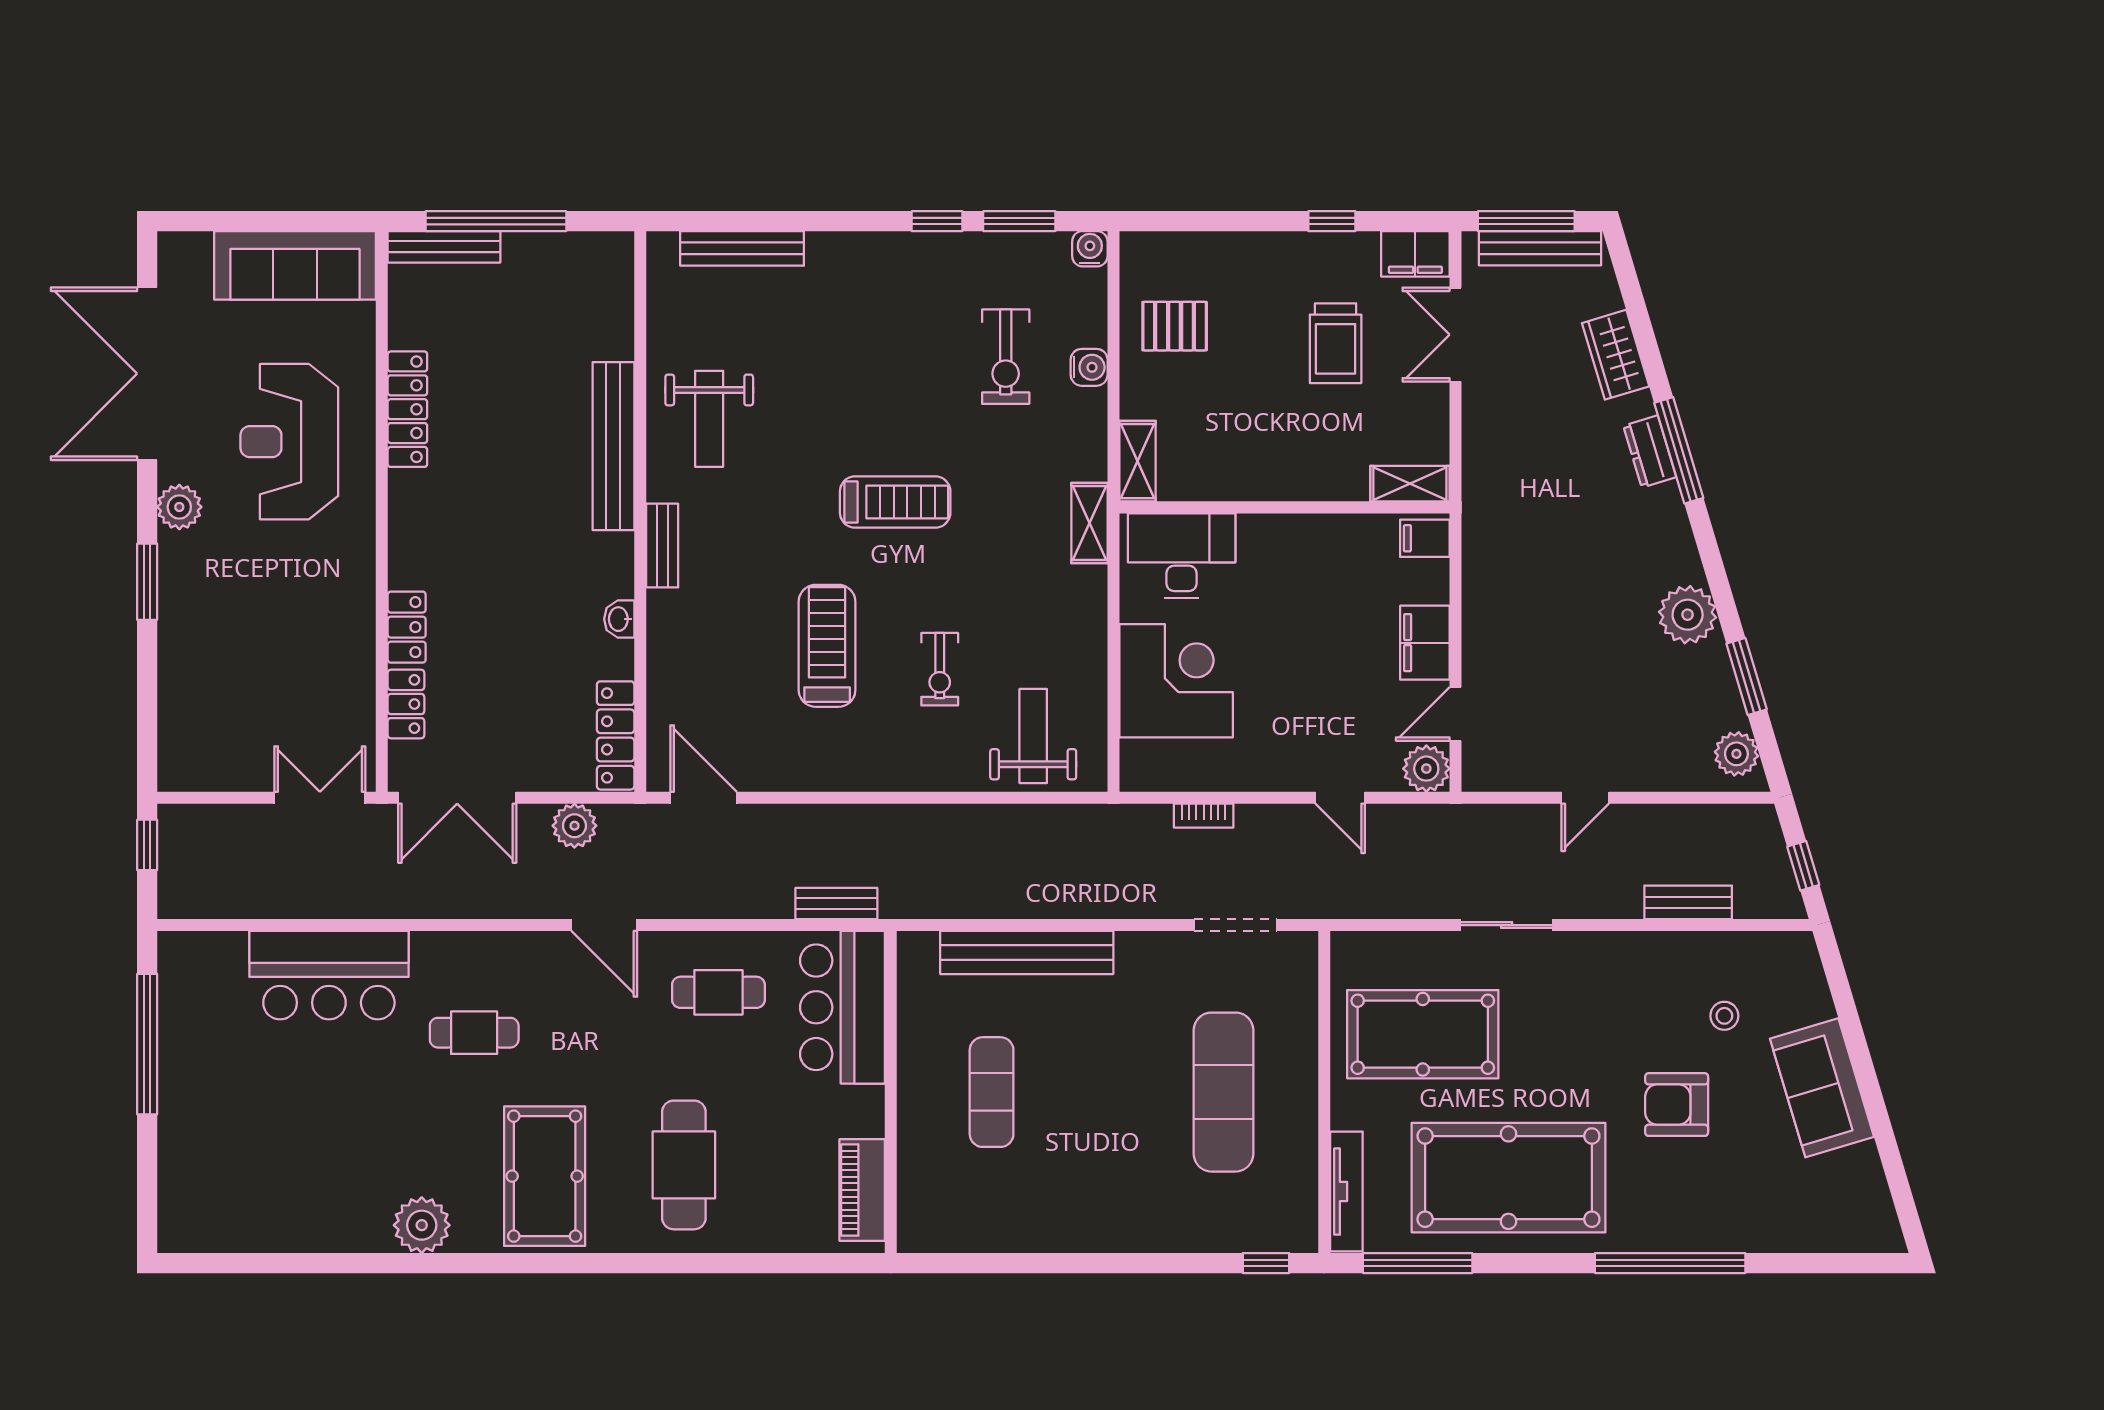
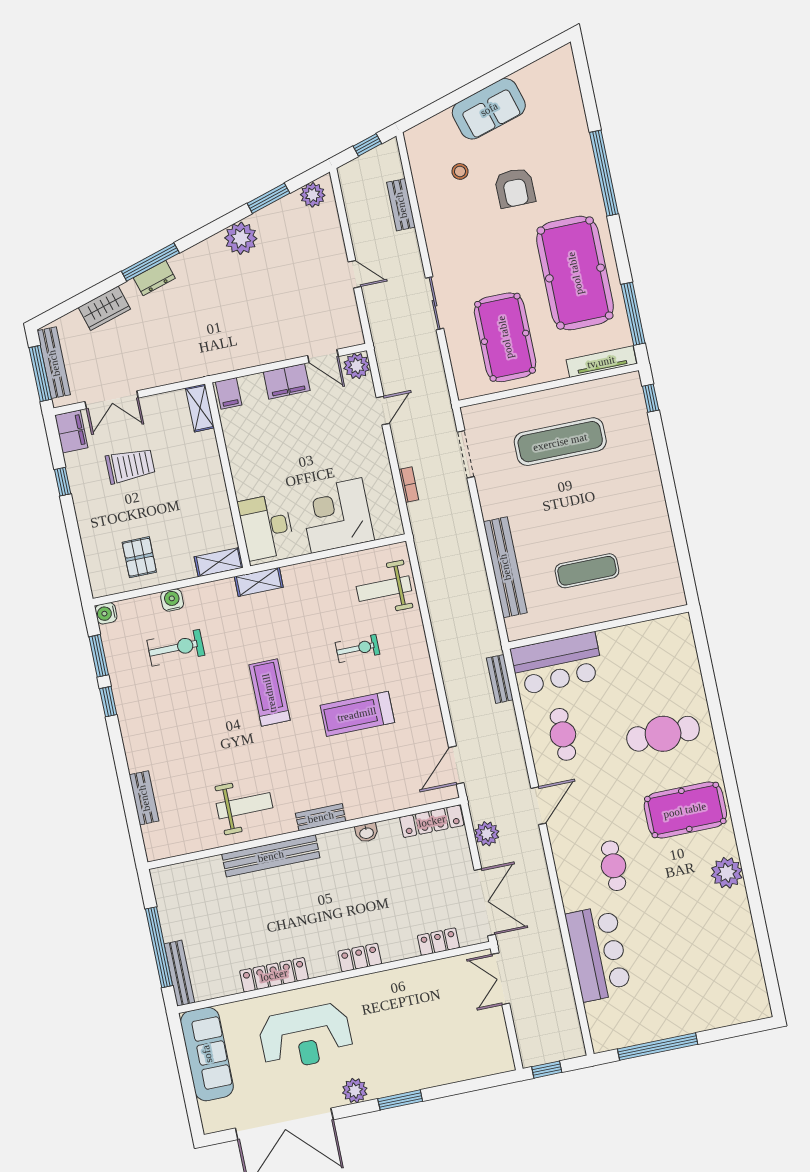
bench: (742, 248) -> (144, 798), width x0.73
locker: (407, 627) -> (360, 958), moved
piano: (862, 1190) -> (656, 632), removed

